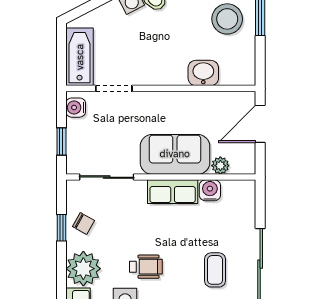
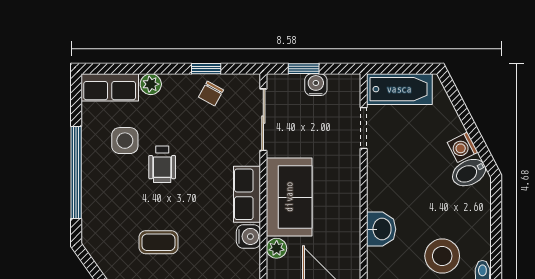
water cooler: (76, 108) -> (316, 85), moved
plant: (83, 269) -> (151, 84), width x0.53, depth x0.53

